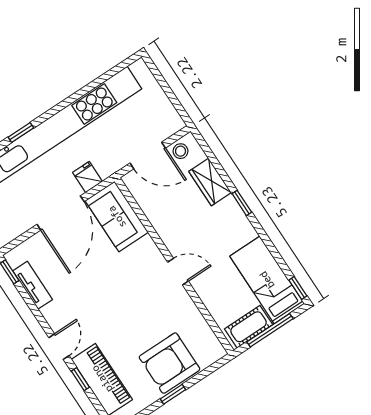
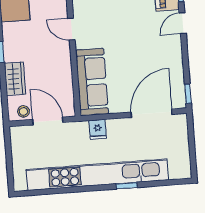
door: (61, 213) -> (152, 113), moved
sofa: (117, 217) -> (92, 82), width x1.36
tv unit: (33, 285) -> (177, 76), removed

